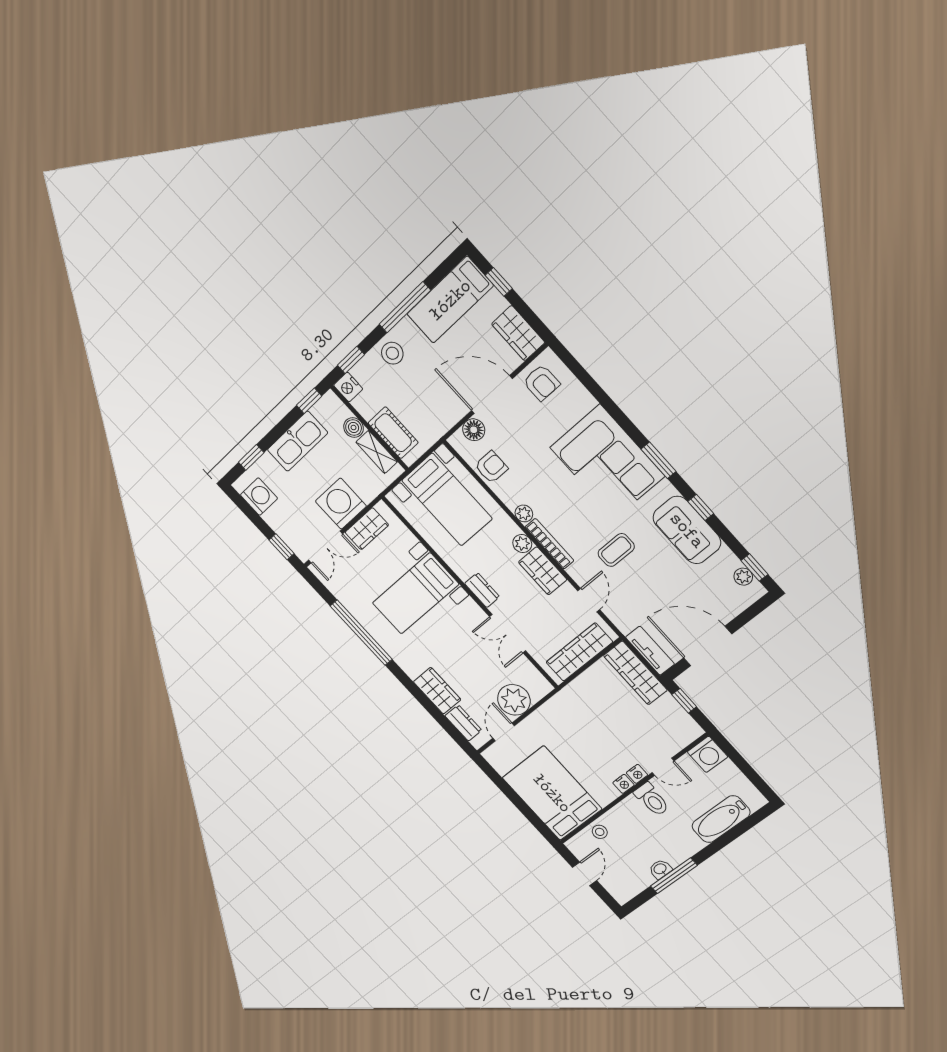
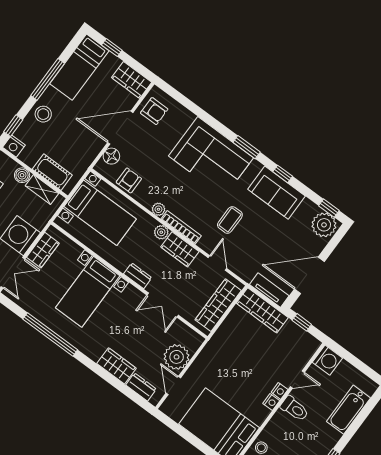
plant: (743, 577) -> (324, 225), width x1.88, depth x1.88

